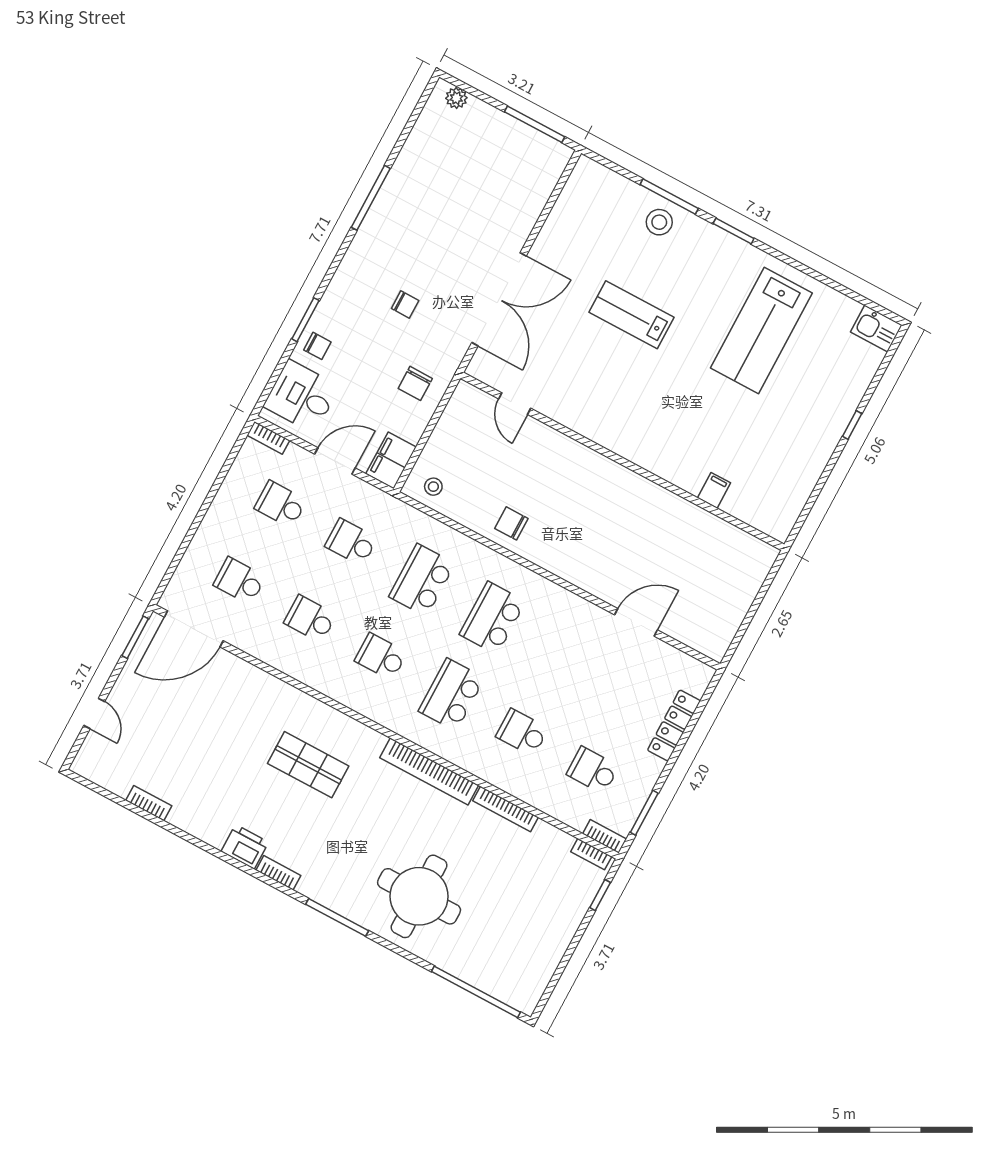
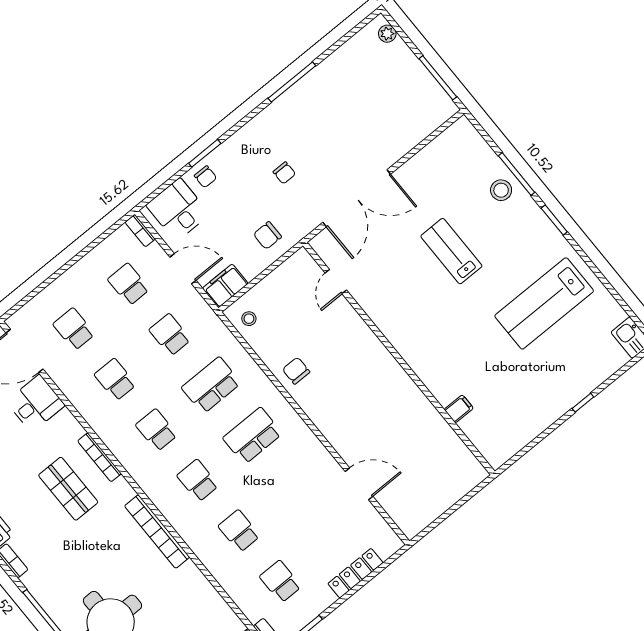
desk: (231, 683) -> (36, 403), added
school desk: (451, 695) -> (198, 481), width x0.54
bookcase: (505, 809) -> (99, 457), moved

